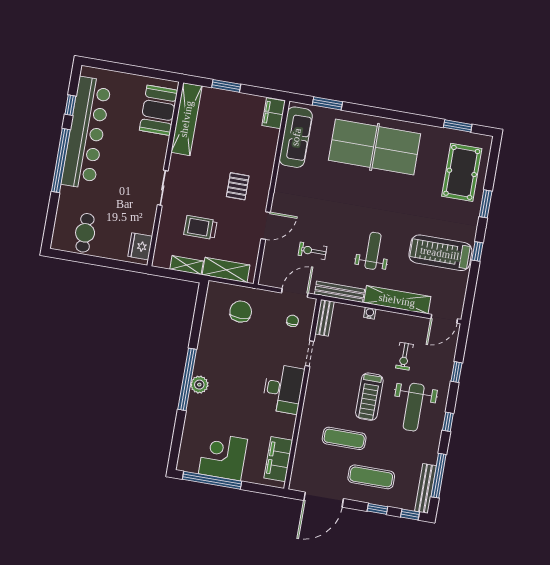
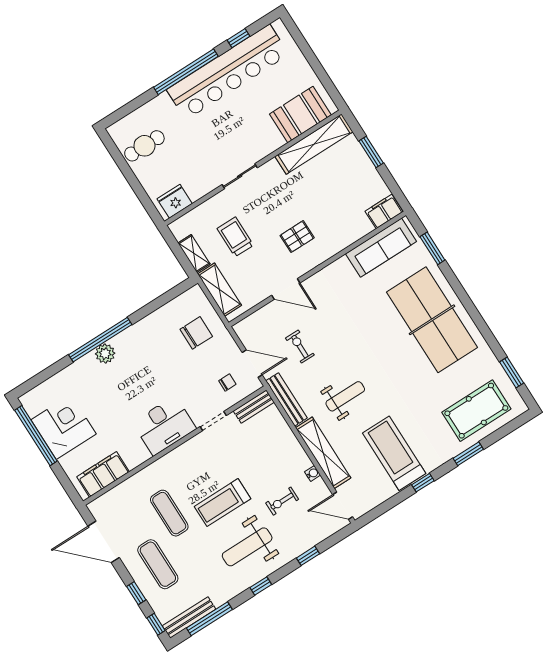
water cooler: (370, 313) -> (313, 473), moved

